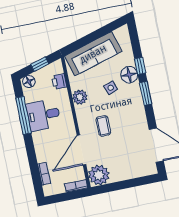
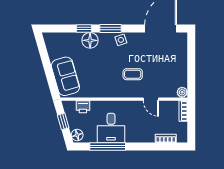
sofa: (93, 54) -> (65, 76), width x0.73
side table: (111, 88) -> (121, 40), moved
plant: (80, 97) -> (101, 90), removed
door: (81, 150) -> (151, 99), width x0.53
plant: (99, 175) -> (182, 92), width x0.53, depth x0.53

